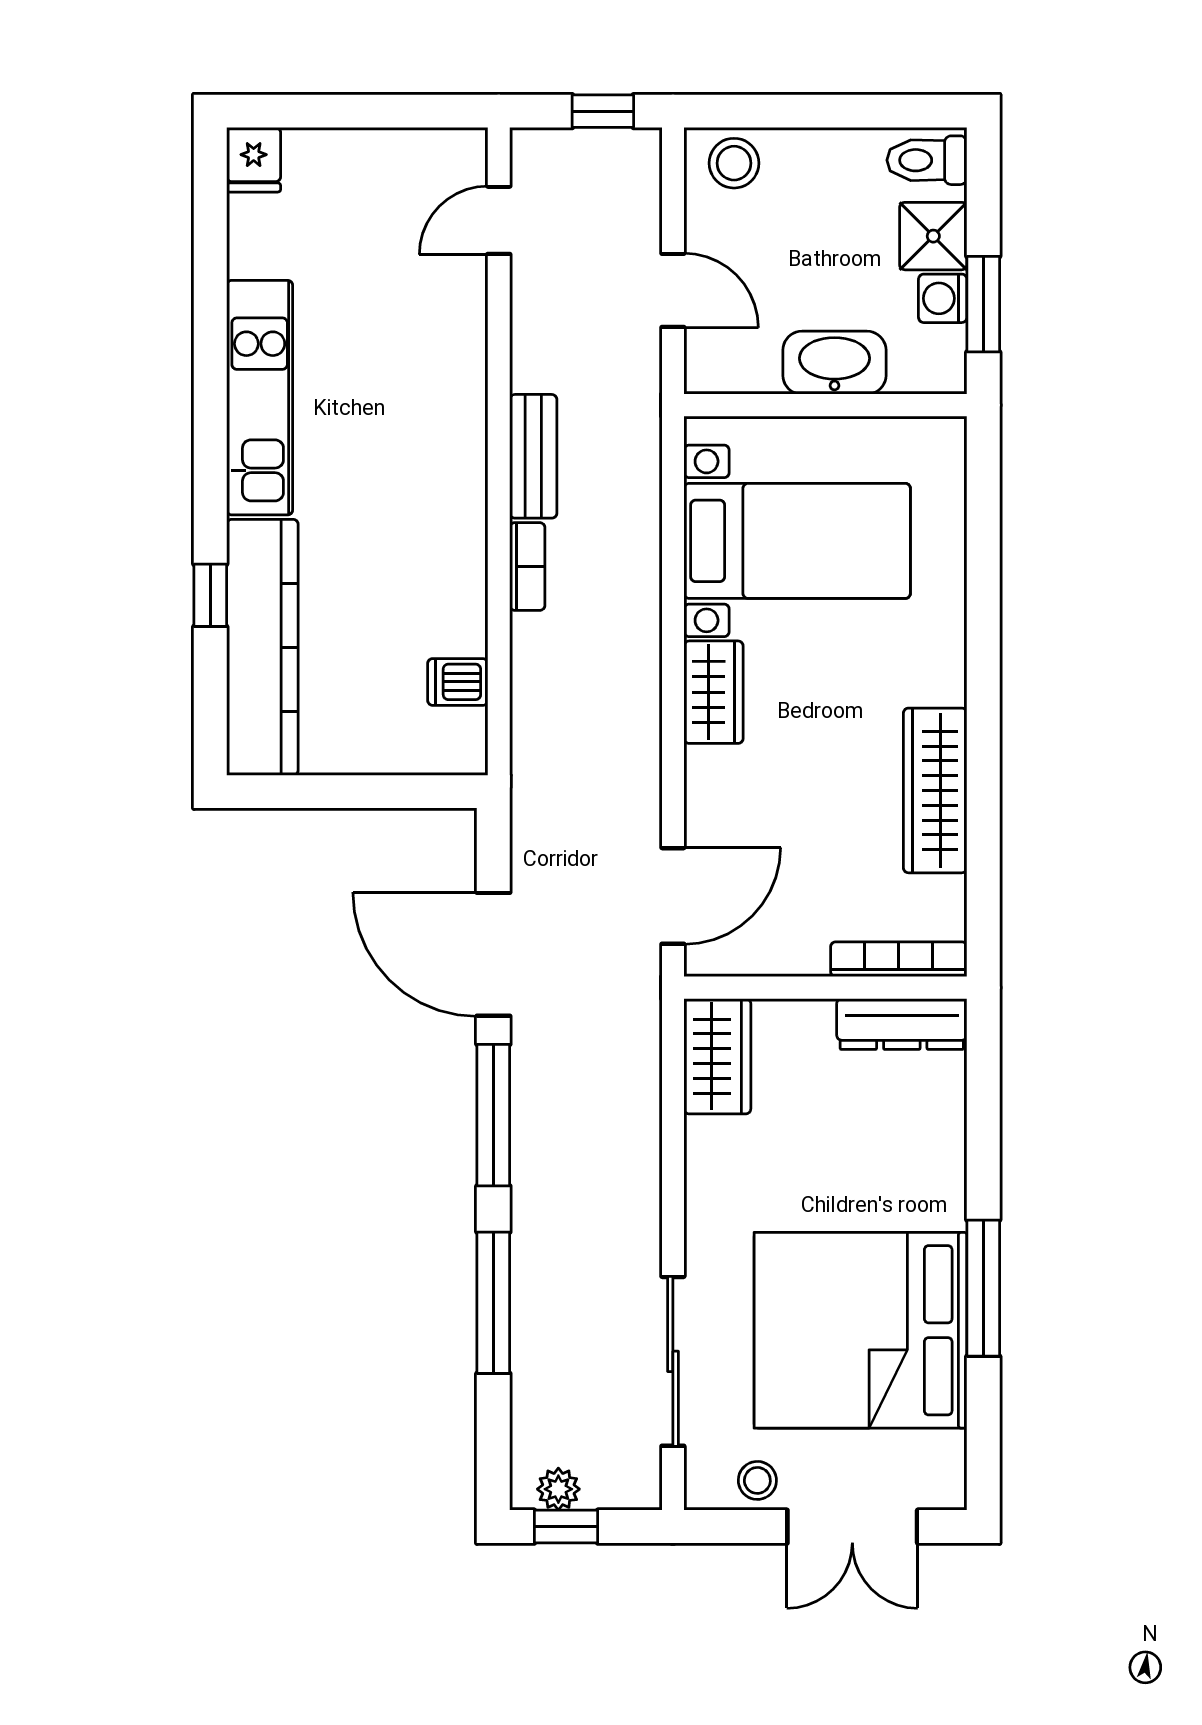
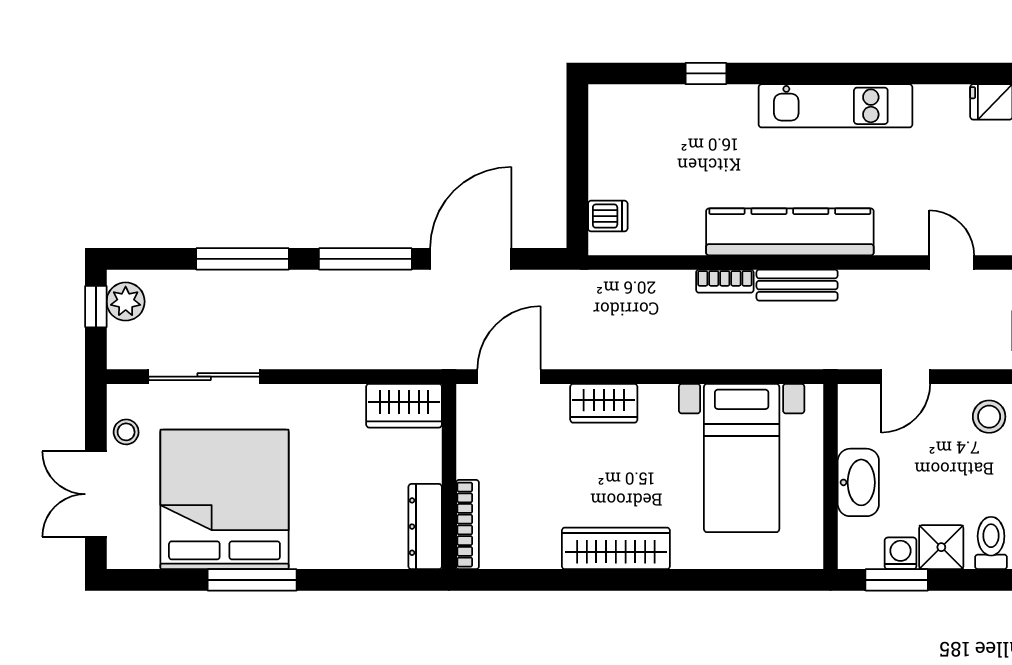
kitchen counter: (262, 647) -> (790, 232), moved, turned 180
dishwasher: (458, 682) -> (608, 216), moved, turned 90
wardrobe: (714, 692) -> (604, 403), moved
wardrobe: (935, 790) -> (616, 548), moved
door: (673, 896) -> (509, 377), swing flipped
plant: (558, 1489) -> (126, 302), width x1.38, depth x1.38

